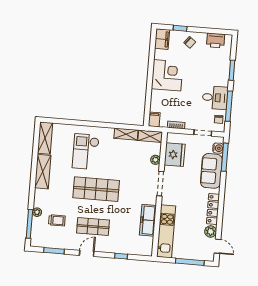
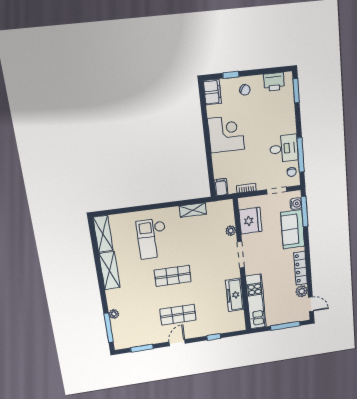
window: (232, 70) -> (296, 91), moved
shelving: (150, 136) -> (220, 207), removed
shop shelf: (96, 189) -> (173, 276), width x0.70, depth x0.74
trolley: (57, 220) -> (138, 317), removed

